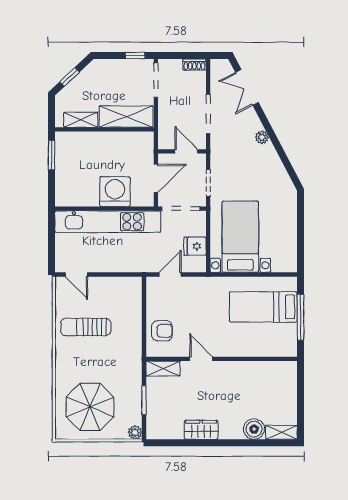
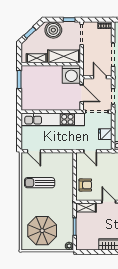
boiler: (109, 73) -> (53, 30), added
door: (156, 178) -> (82, 93), hinge flipped
washing machine: (115, 192) -> (71, 74), moved, turned 180
door: (170, 274) -> (90, 151), swing flipped

